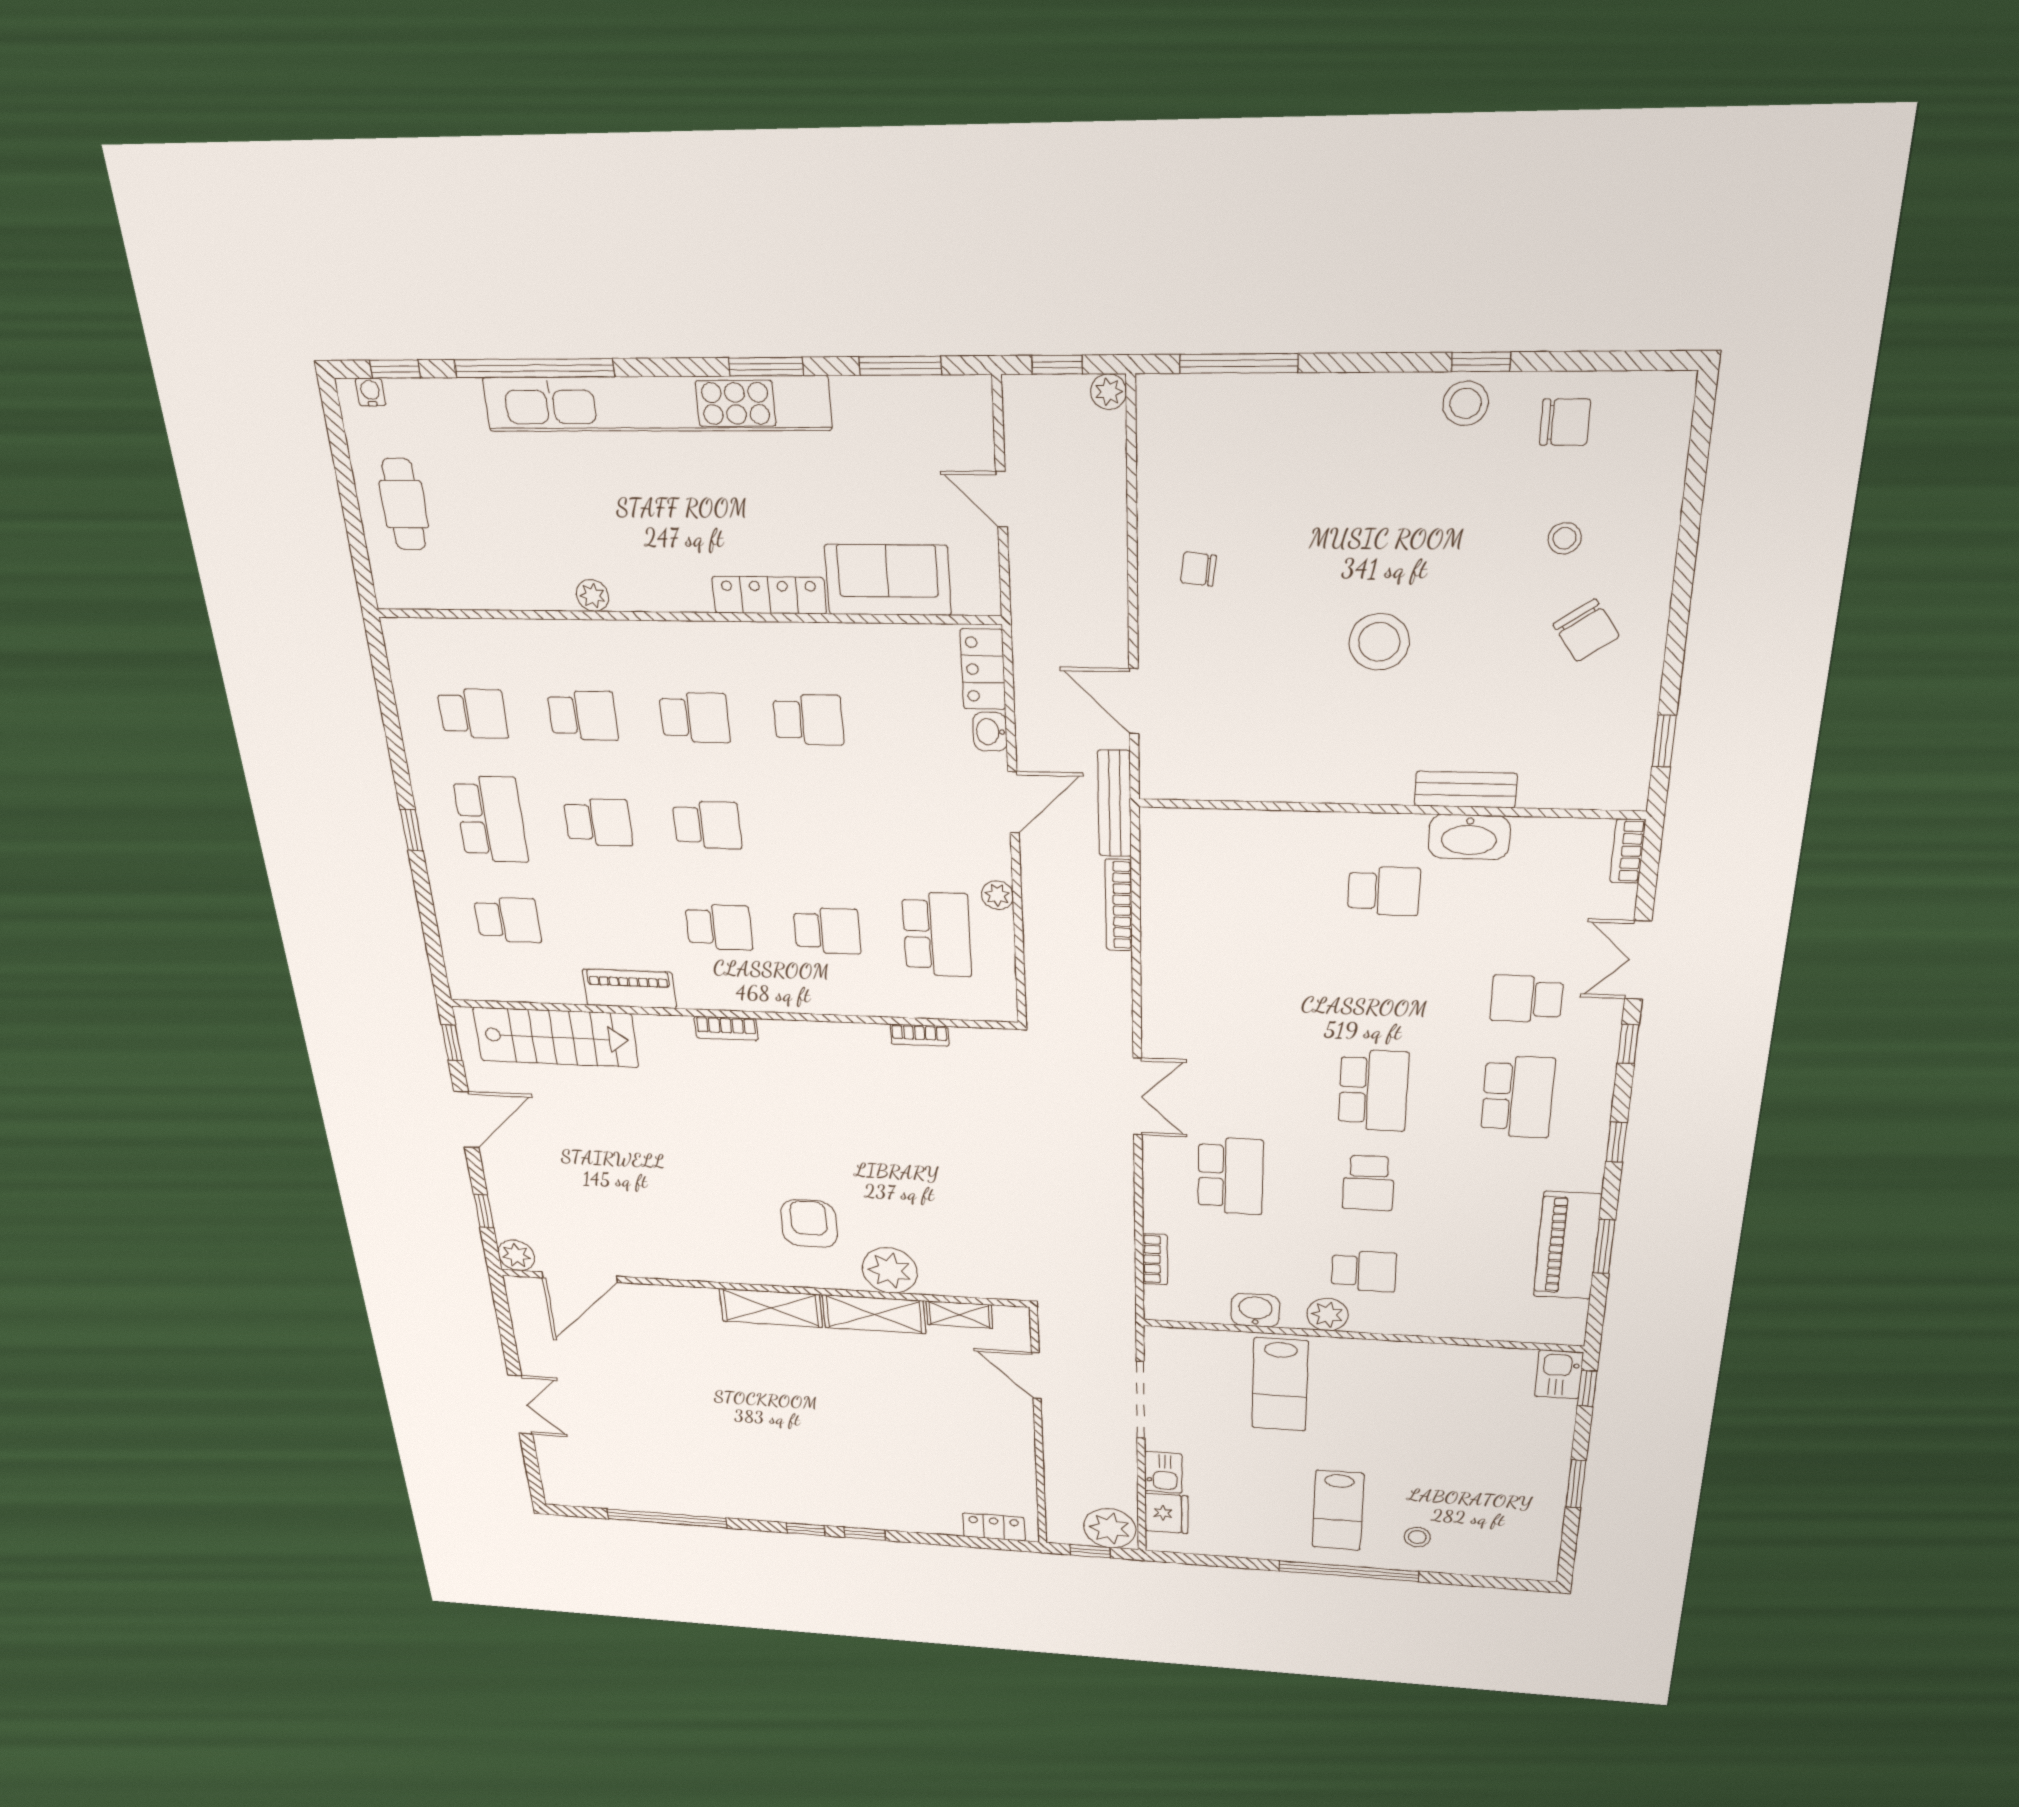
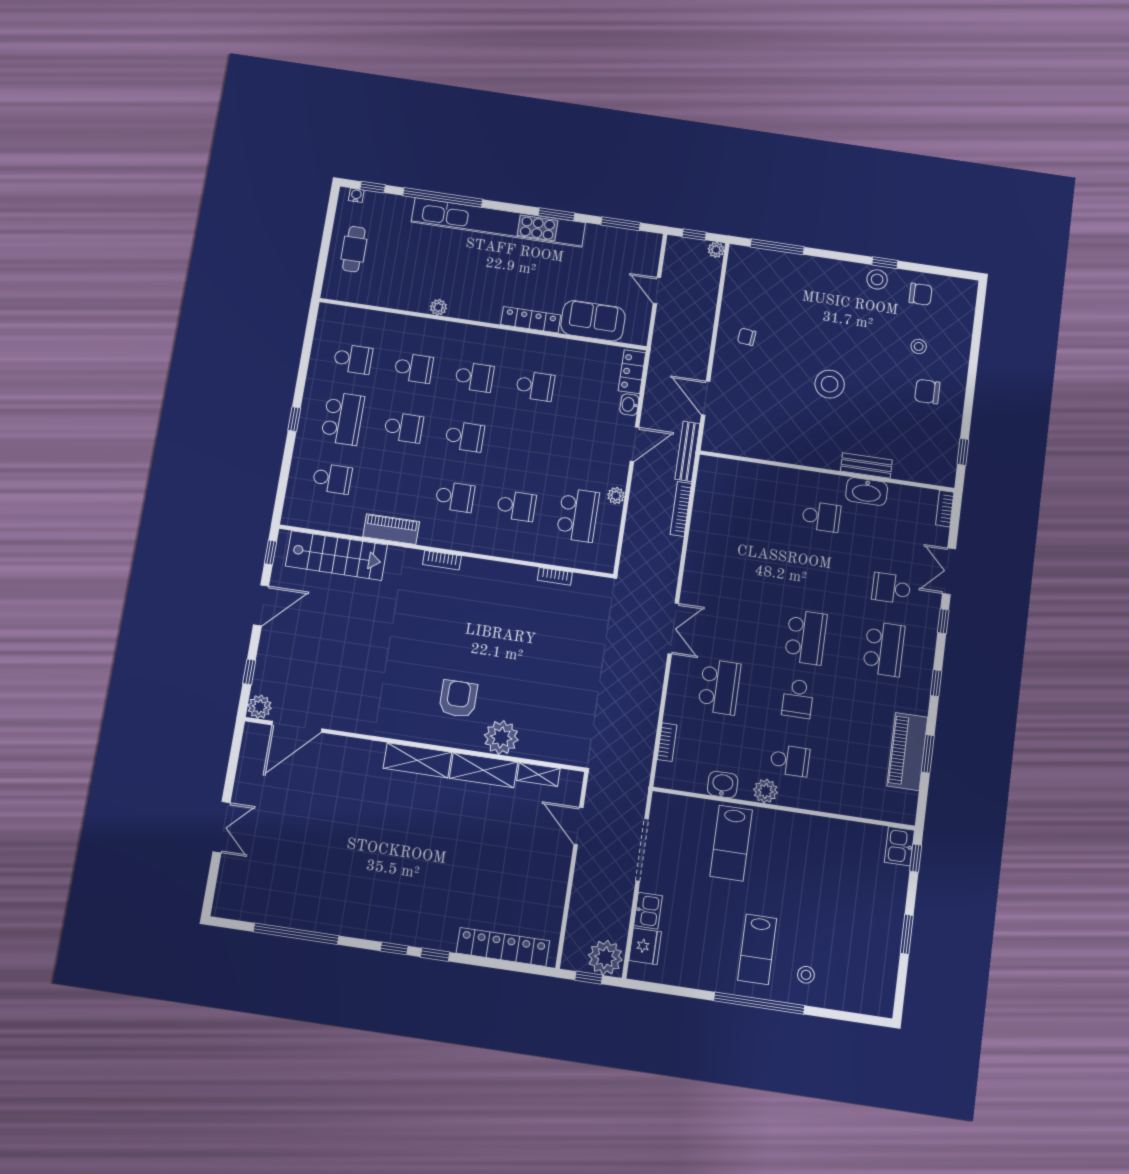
chair: (1586, 630) -> (927, 392), turned 125
locker: (994, 1527) -> (503, 947), width x2.16, depth x1.21

